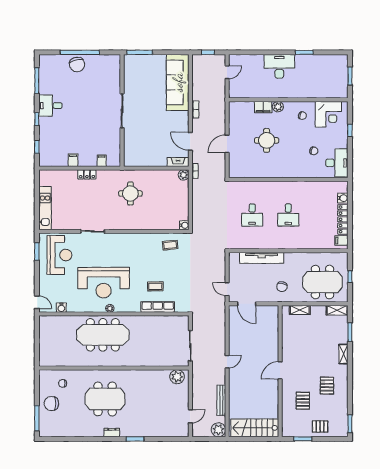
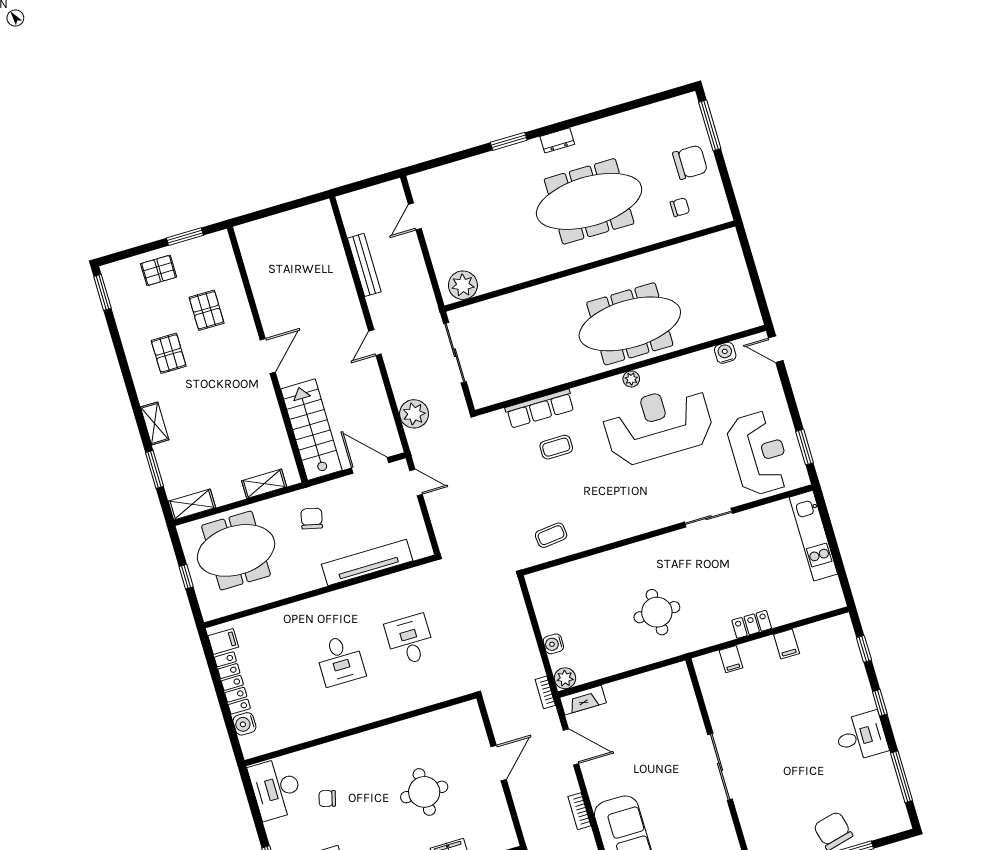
desk: (288, 215) -> (340, 660), turned 180
water cooler: (184, 225) -> (553, 644), moved
reception desk: (59, 255) -> (759, 453), turned 180
meeting table: (105, 399) -> (589, 201), width x1.36
stairs: (255, 428) -> (311, 430), moved, turned -90
plant: (218, 430) -> (414, 414), moved

